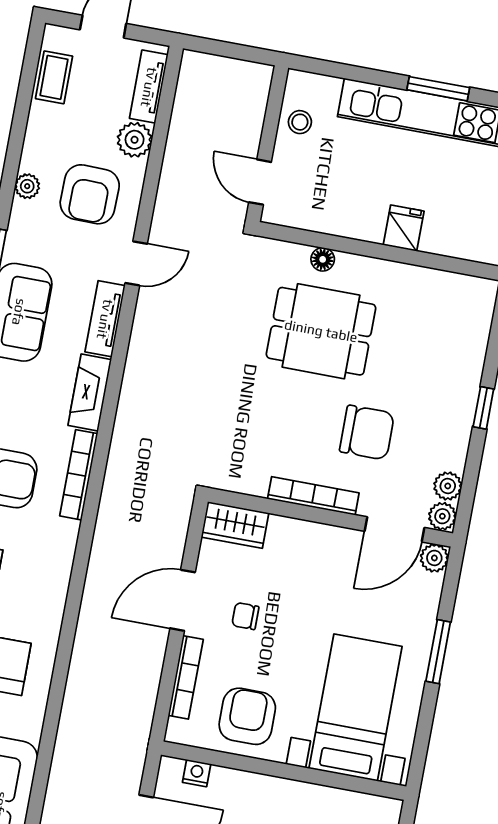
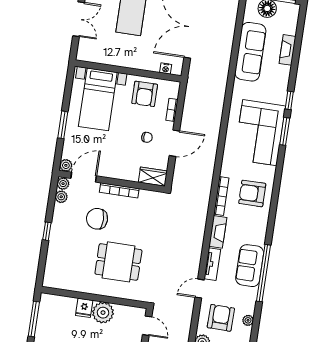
plant: (361, 216) -> (103, 313), added
floor lamp: (323, 259) -> (119, 293), removed
bookcase: (186, 677) -> (172, 110), width x0.64

